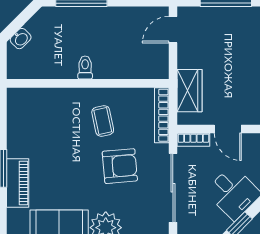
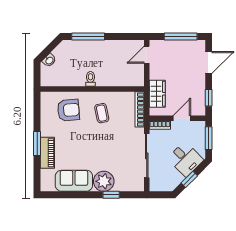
door: (228, 129) -> (182, 118), swing flipped
armchair: (120, 166) -> (68, 110), moved

